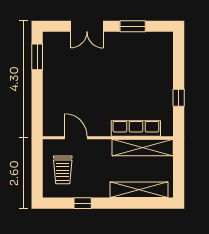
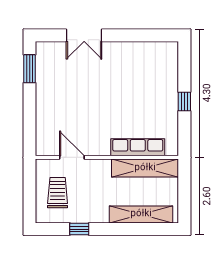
window: (133, 26) -> (134, 35), removed
window: (179, 98) -> (184, 102), moved
trolley: (63, 170) -> (58, 193), turned 180

